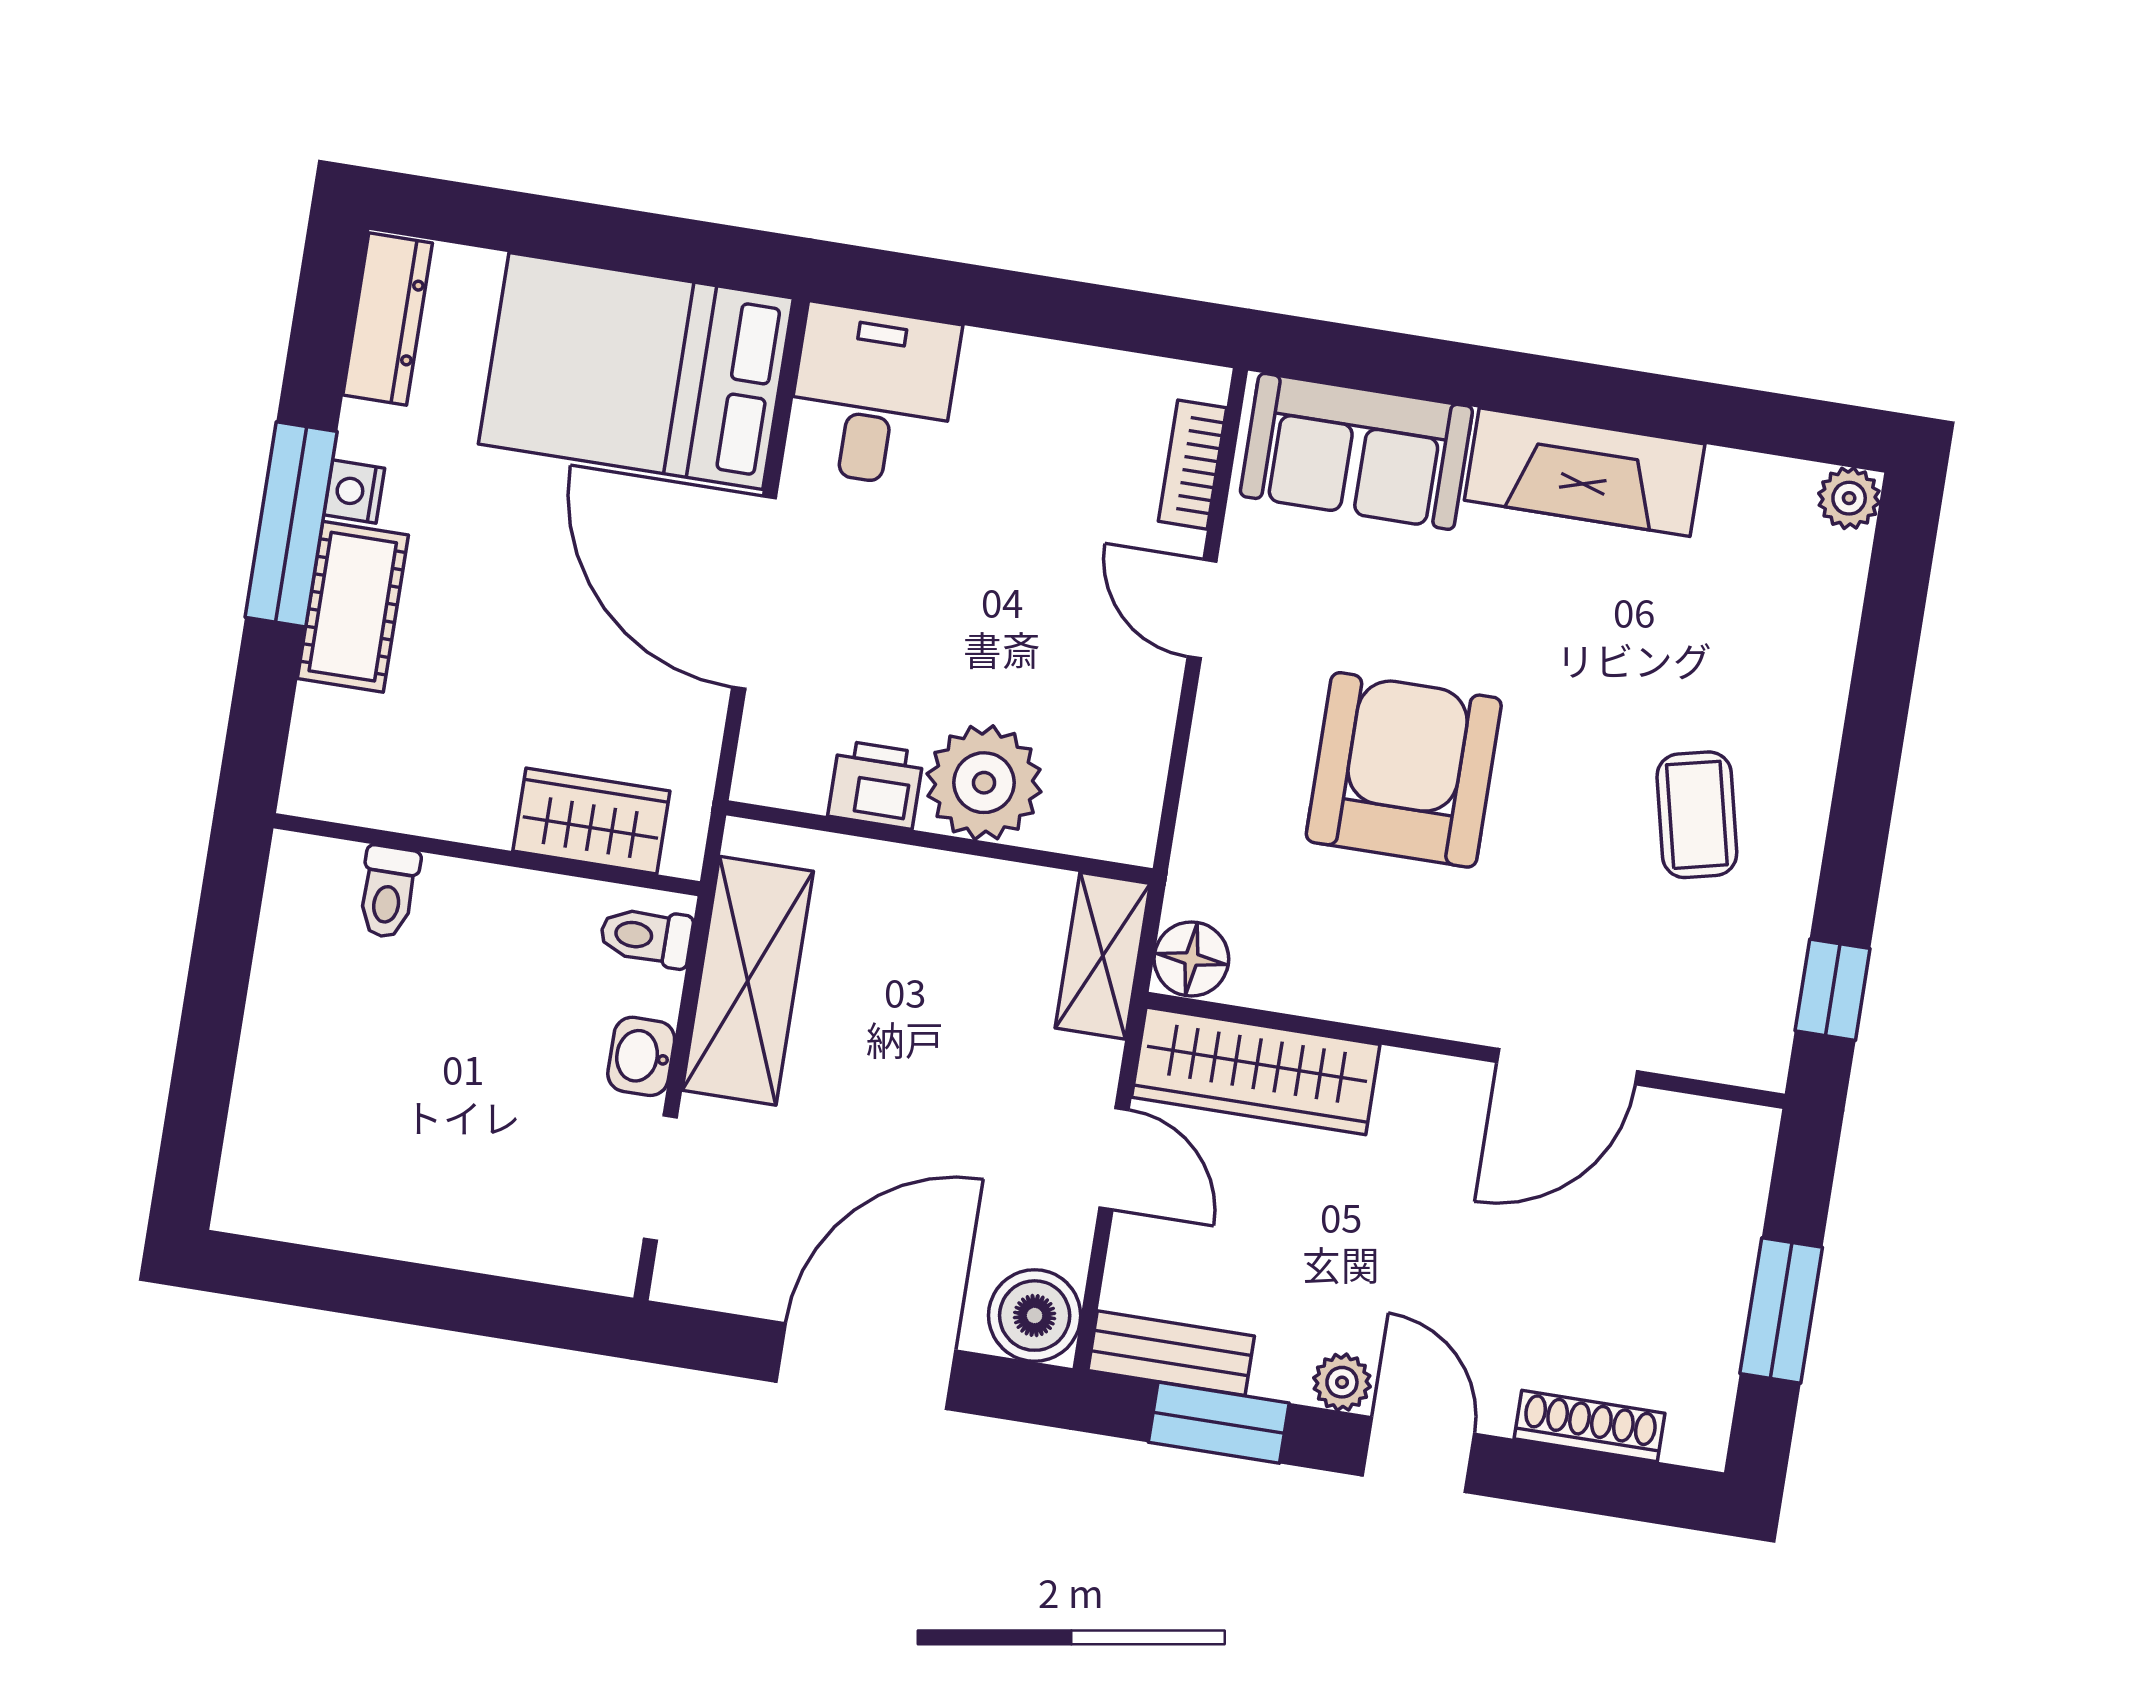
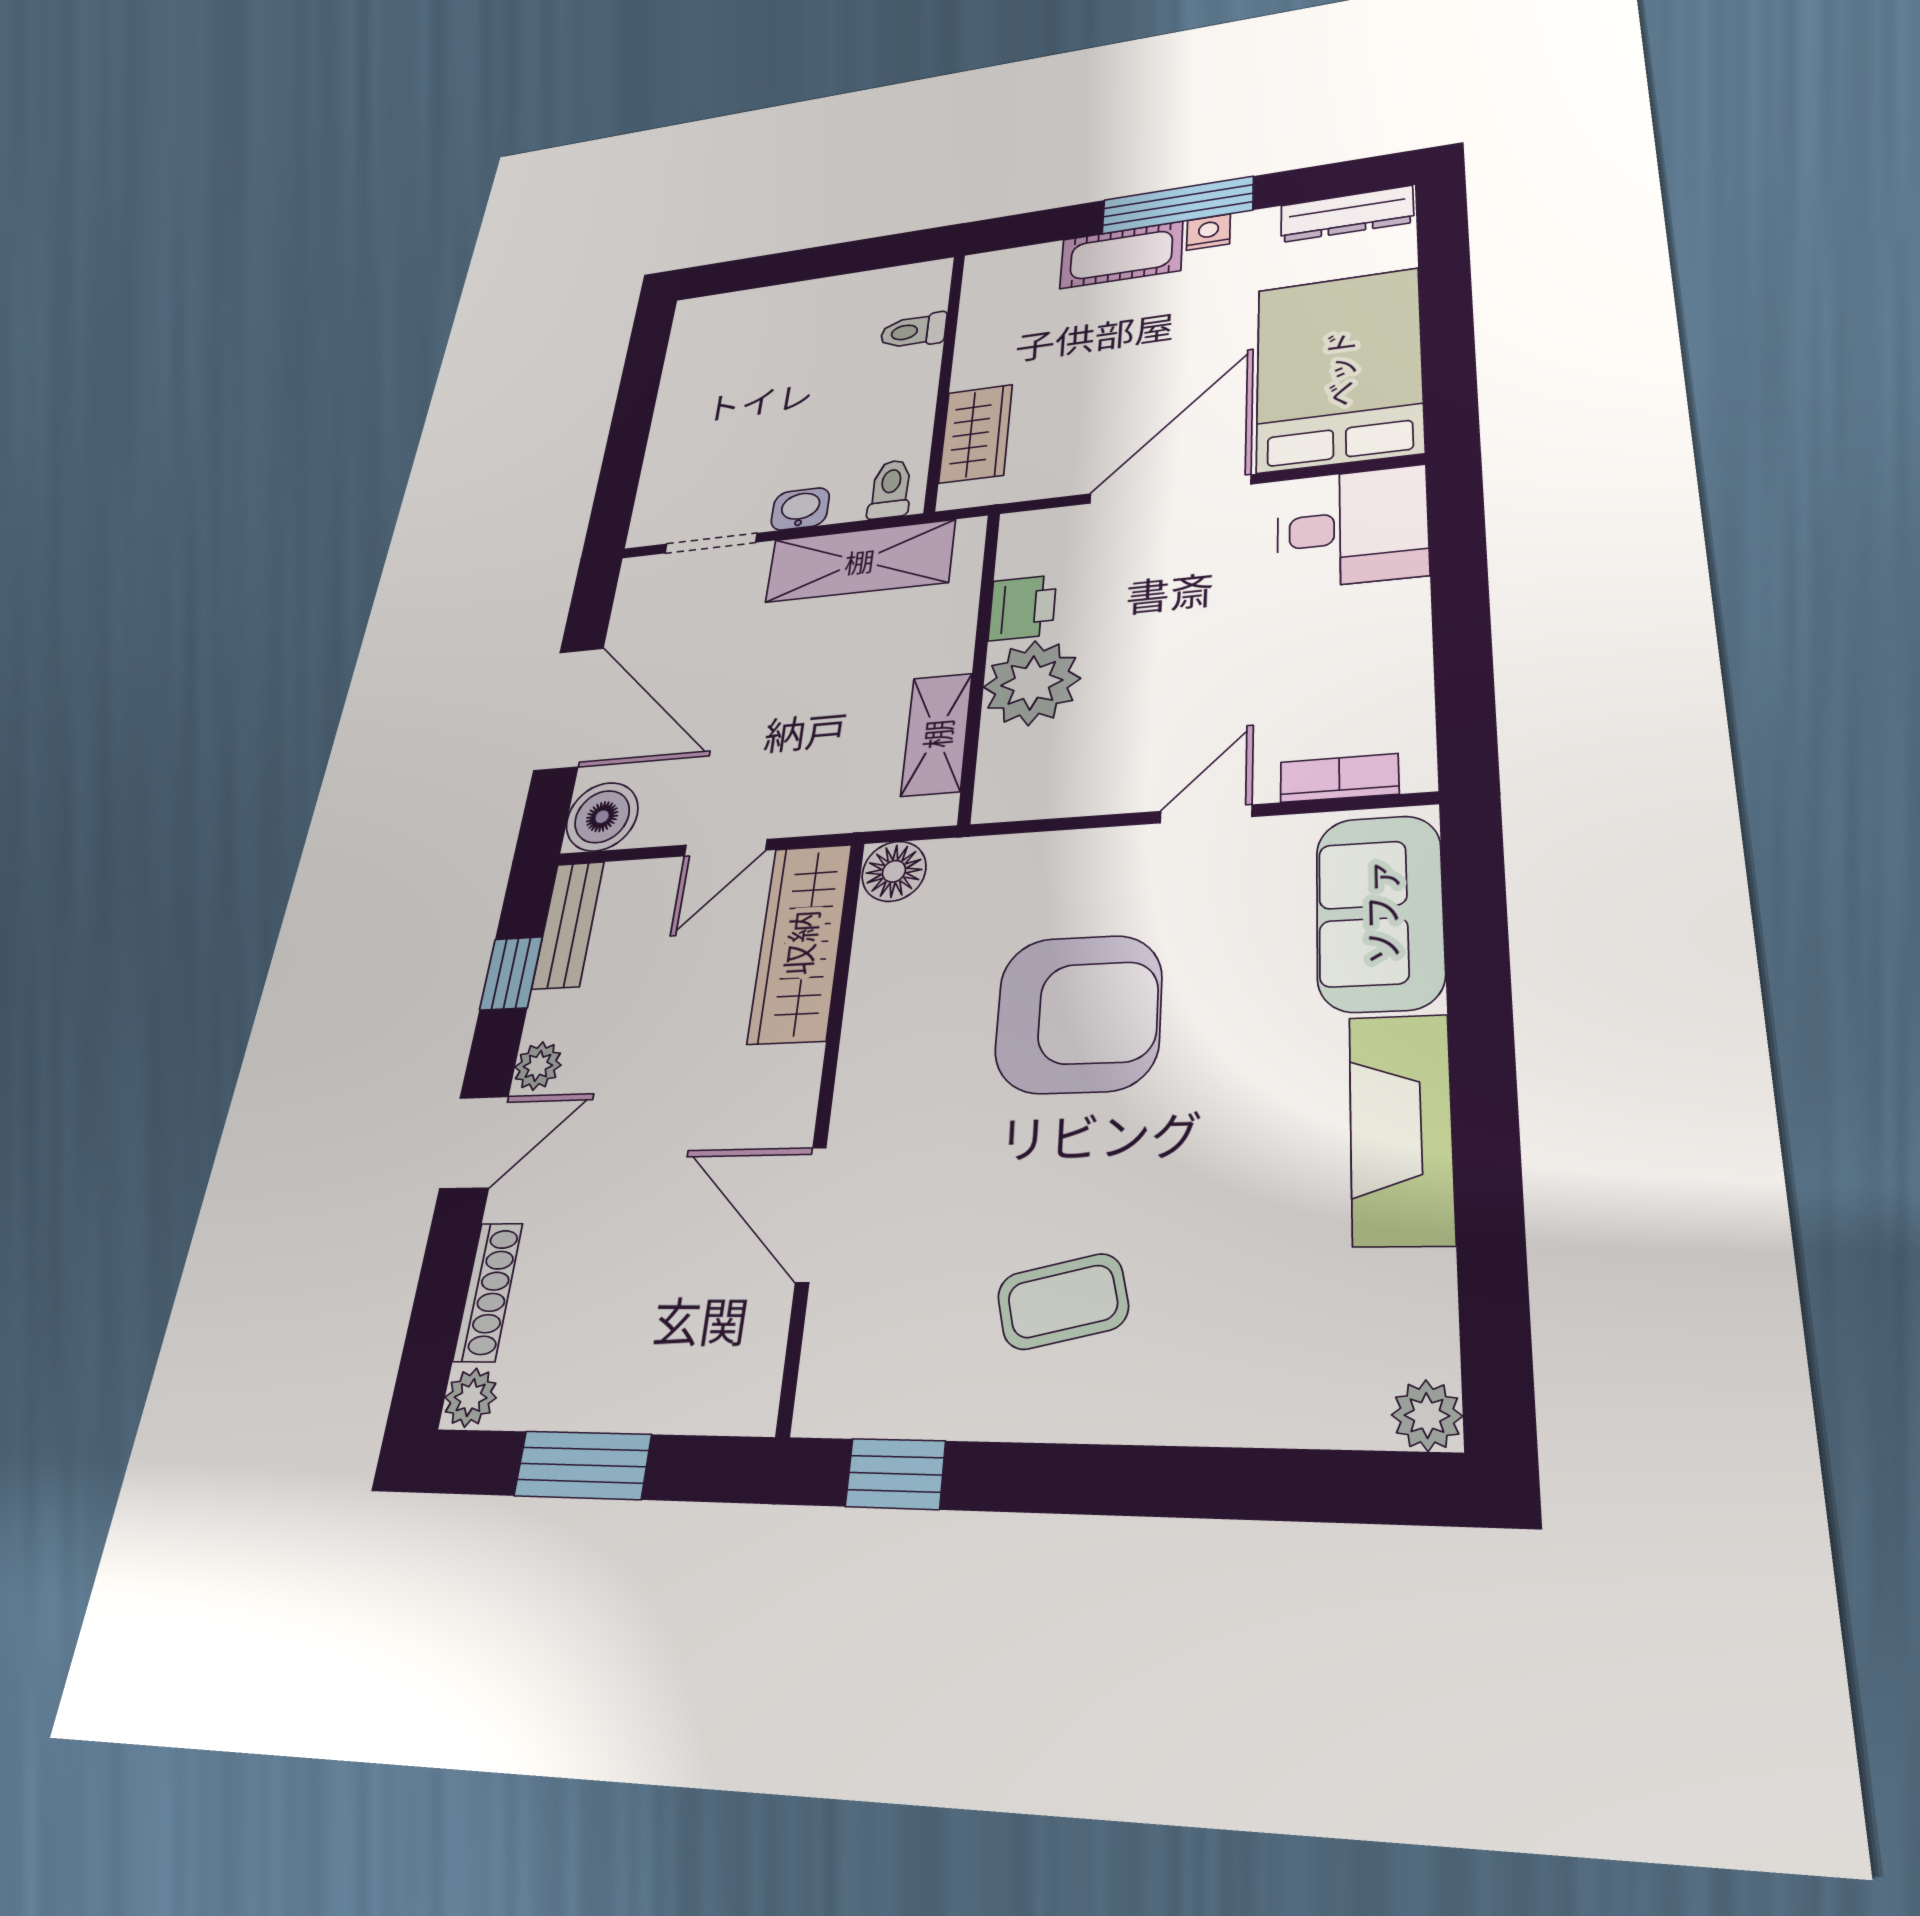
shelving: (1103, 956) -> (937, 734), moved, turned 90
window: (1219, 1423) -> (511, 973), width x0.67
plant: (1697, 1438) -> (471, 1397), added

